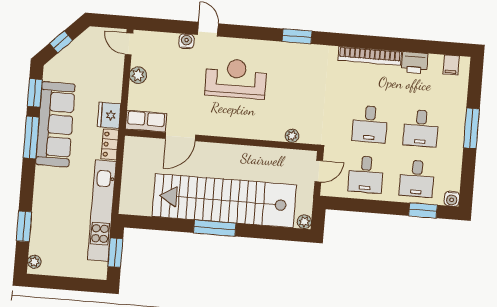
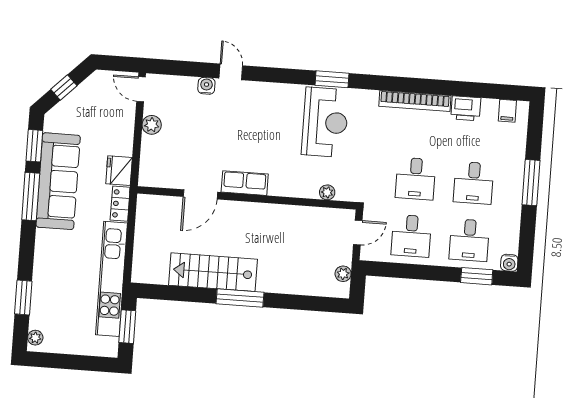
reception desk: (236, 79) -> (325, 122), moved, turned 90
row of seats: (146, 121) -> (245, 183), moved
stairs: (224, 201) -> (213, 272), width x0.54, depth x0.66
plant: (304, 222) -> (343, 274), moved

